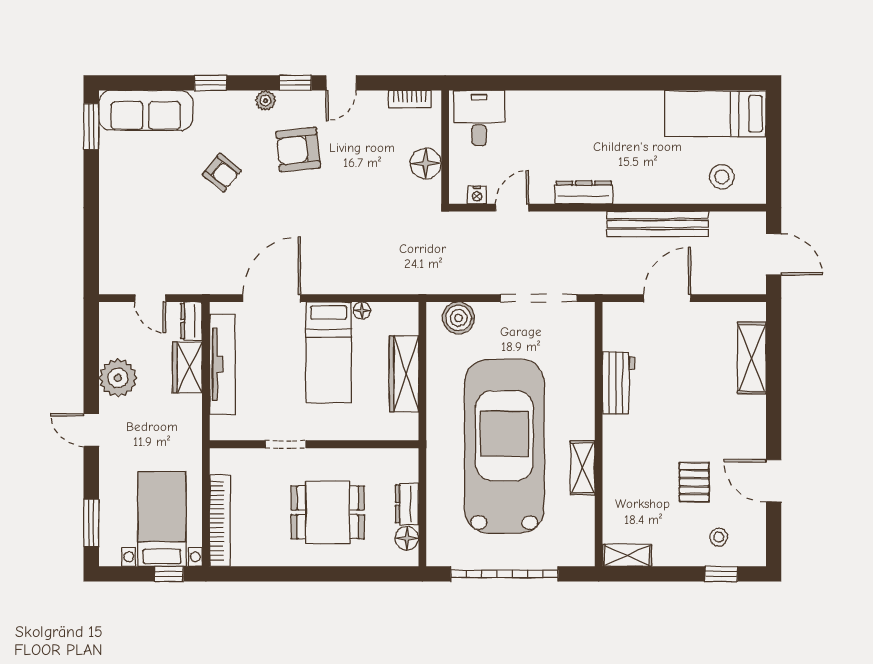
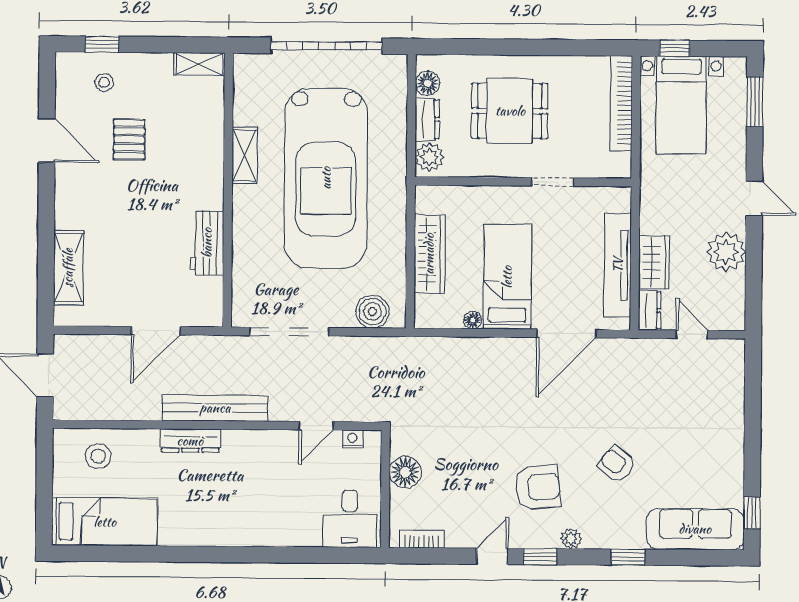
window: (91, 127) -> (752, 513), width x0.67
dresser: (584, 192) -> (190, 441), moved
bench: (658, 224) -> (215, 408), moved
plant: (405, 467) -> (429, 157), added

